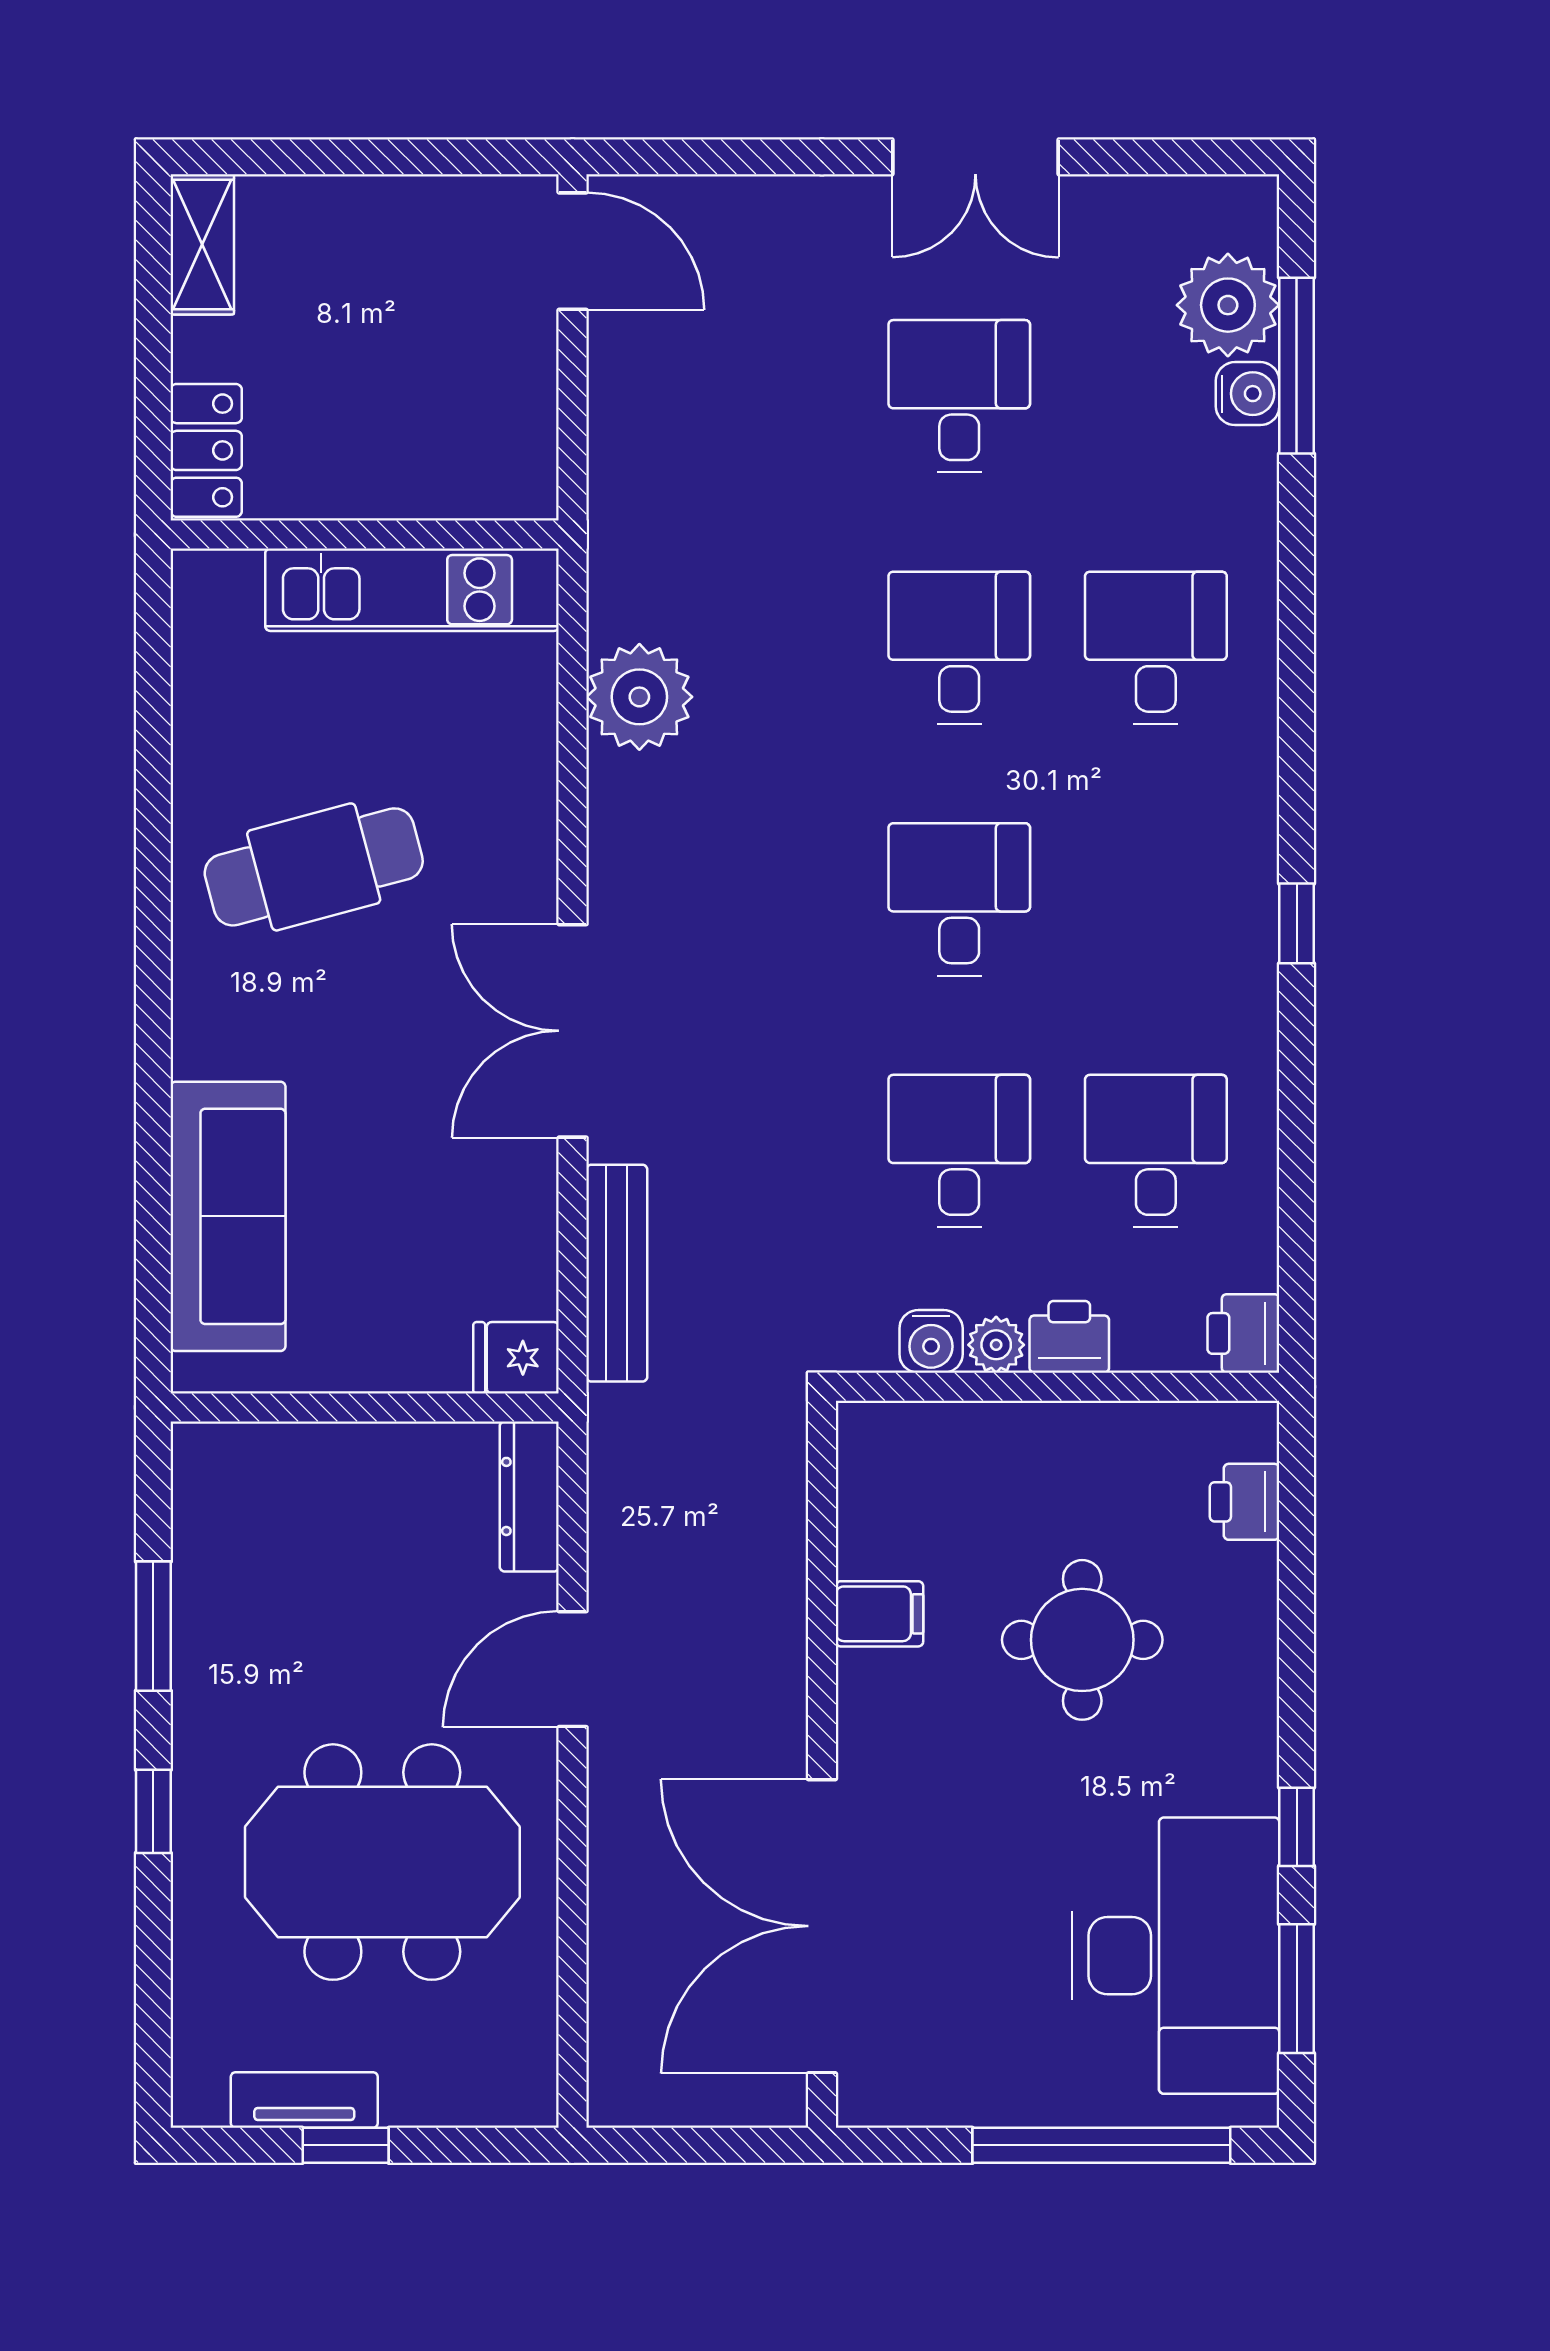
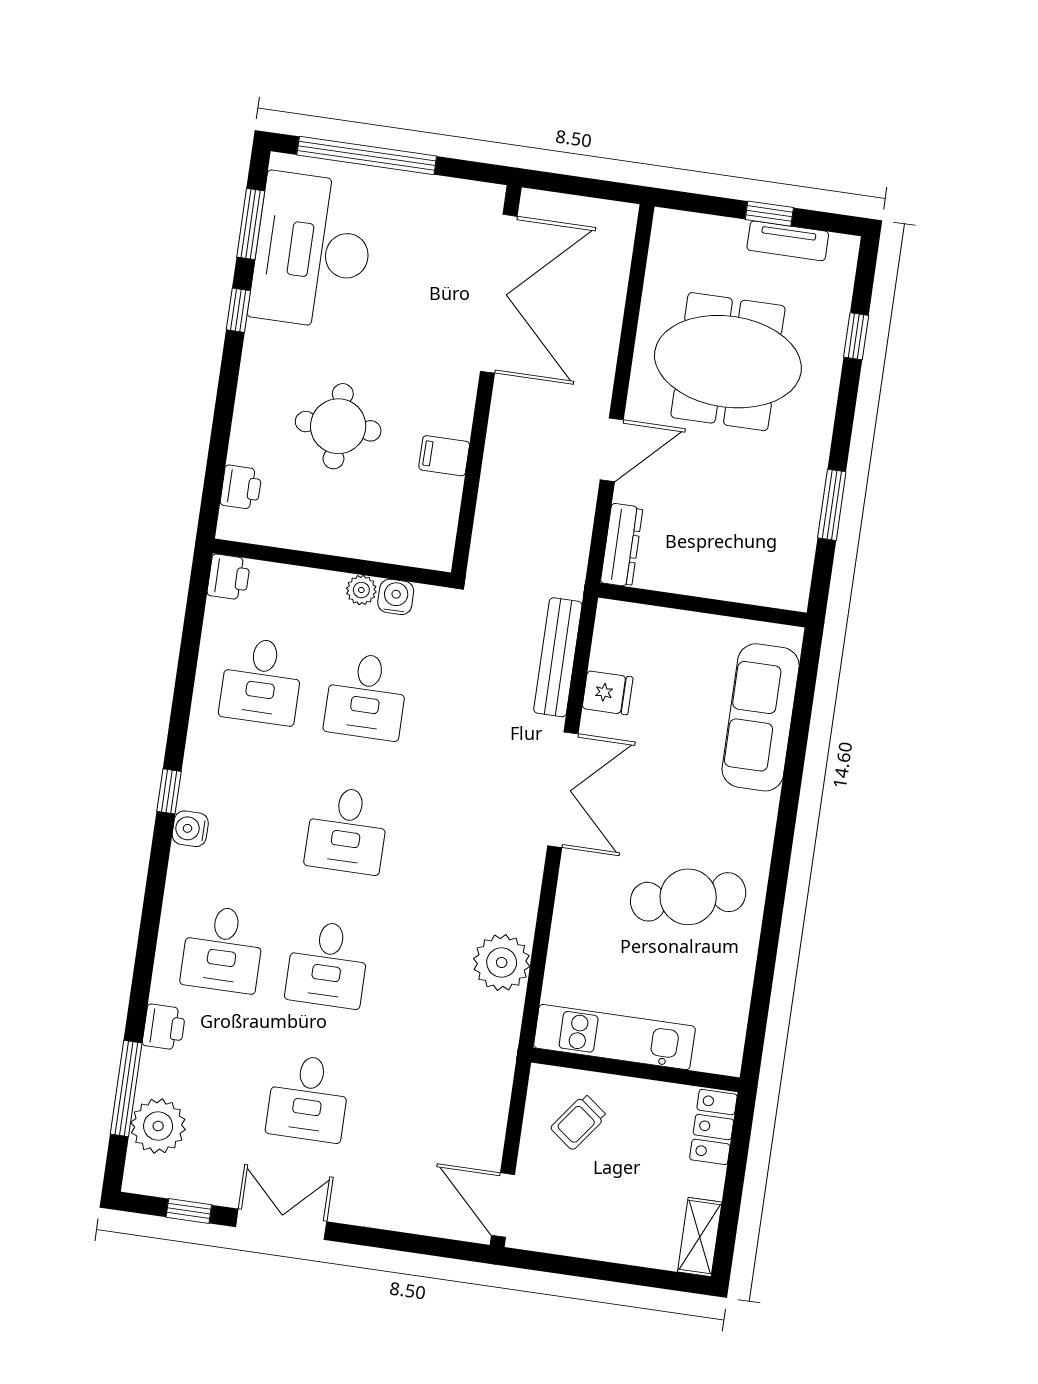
window: (1149, 157) -> (189, 1211), added
water cooler: (1248, 394) -> (190, 829), moved
trolley: (455, 424) -> (579, 1122), added
printer: (1069, 1337) -> (164, 1027), moved, turned -90
fridge: (516, 1358) -> (608, 693), moved
window: (153, 1811) -> (856, 336), moved

